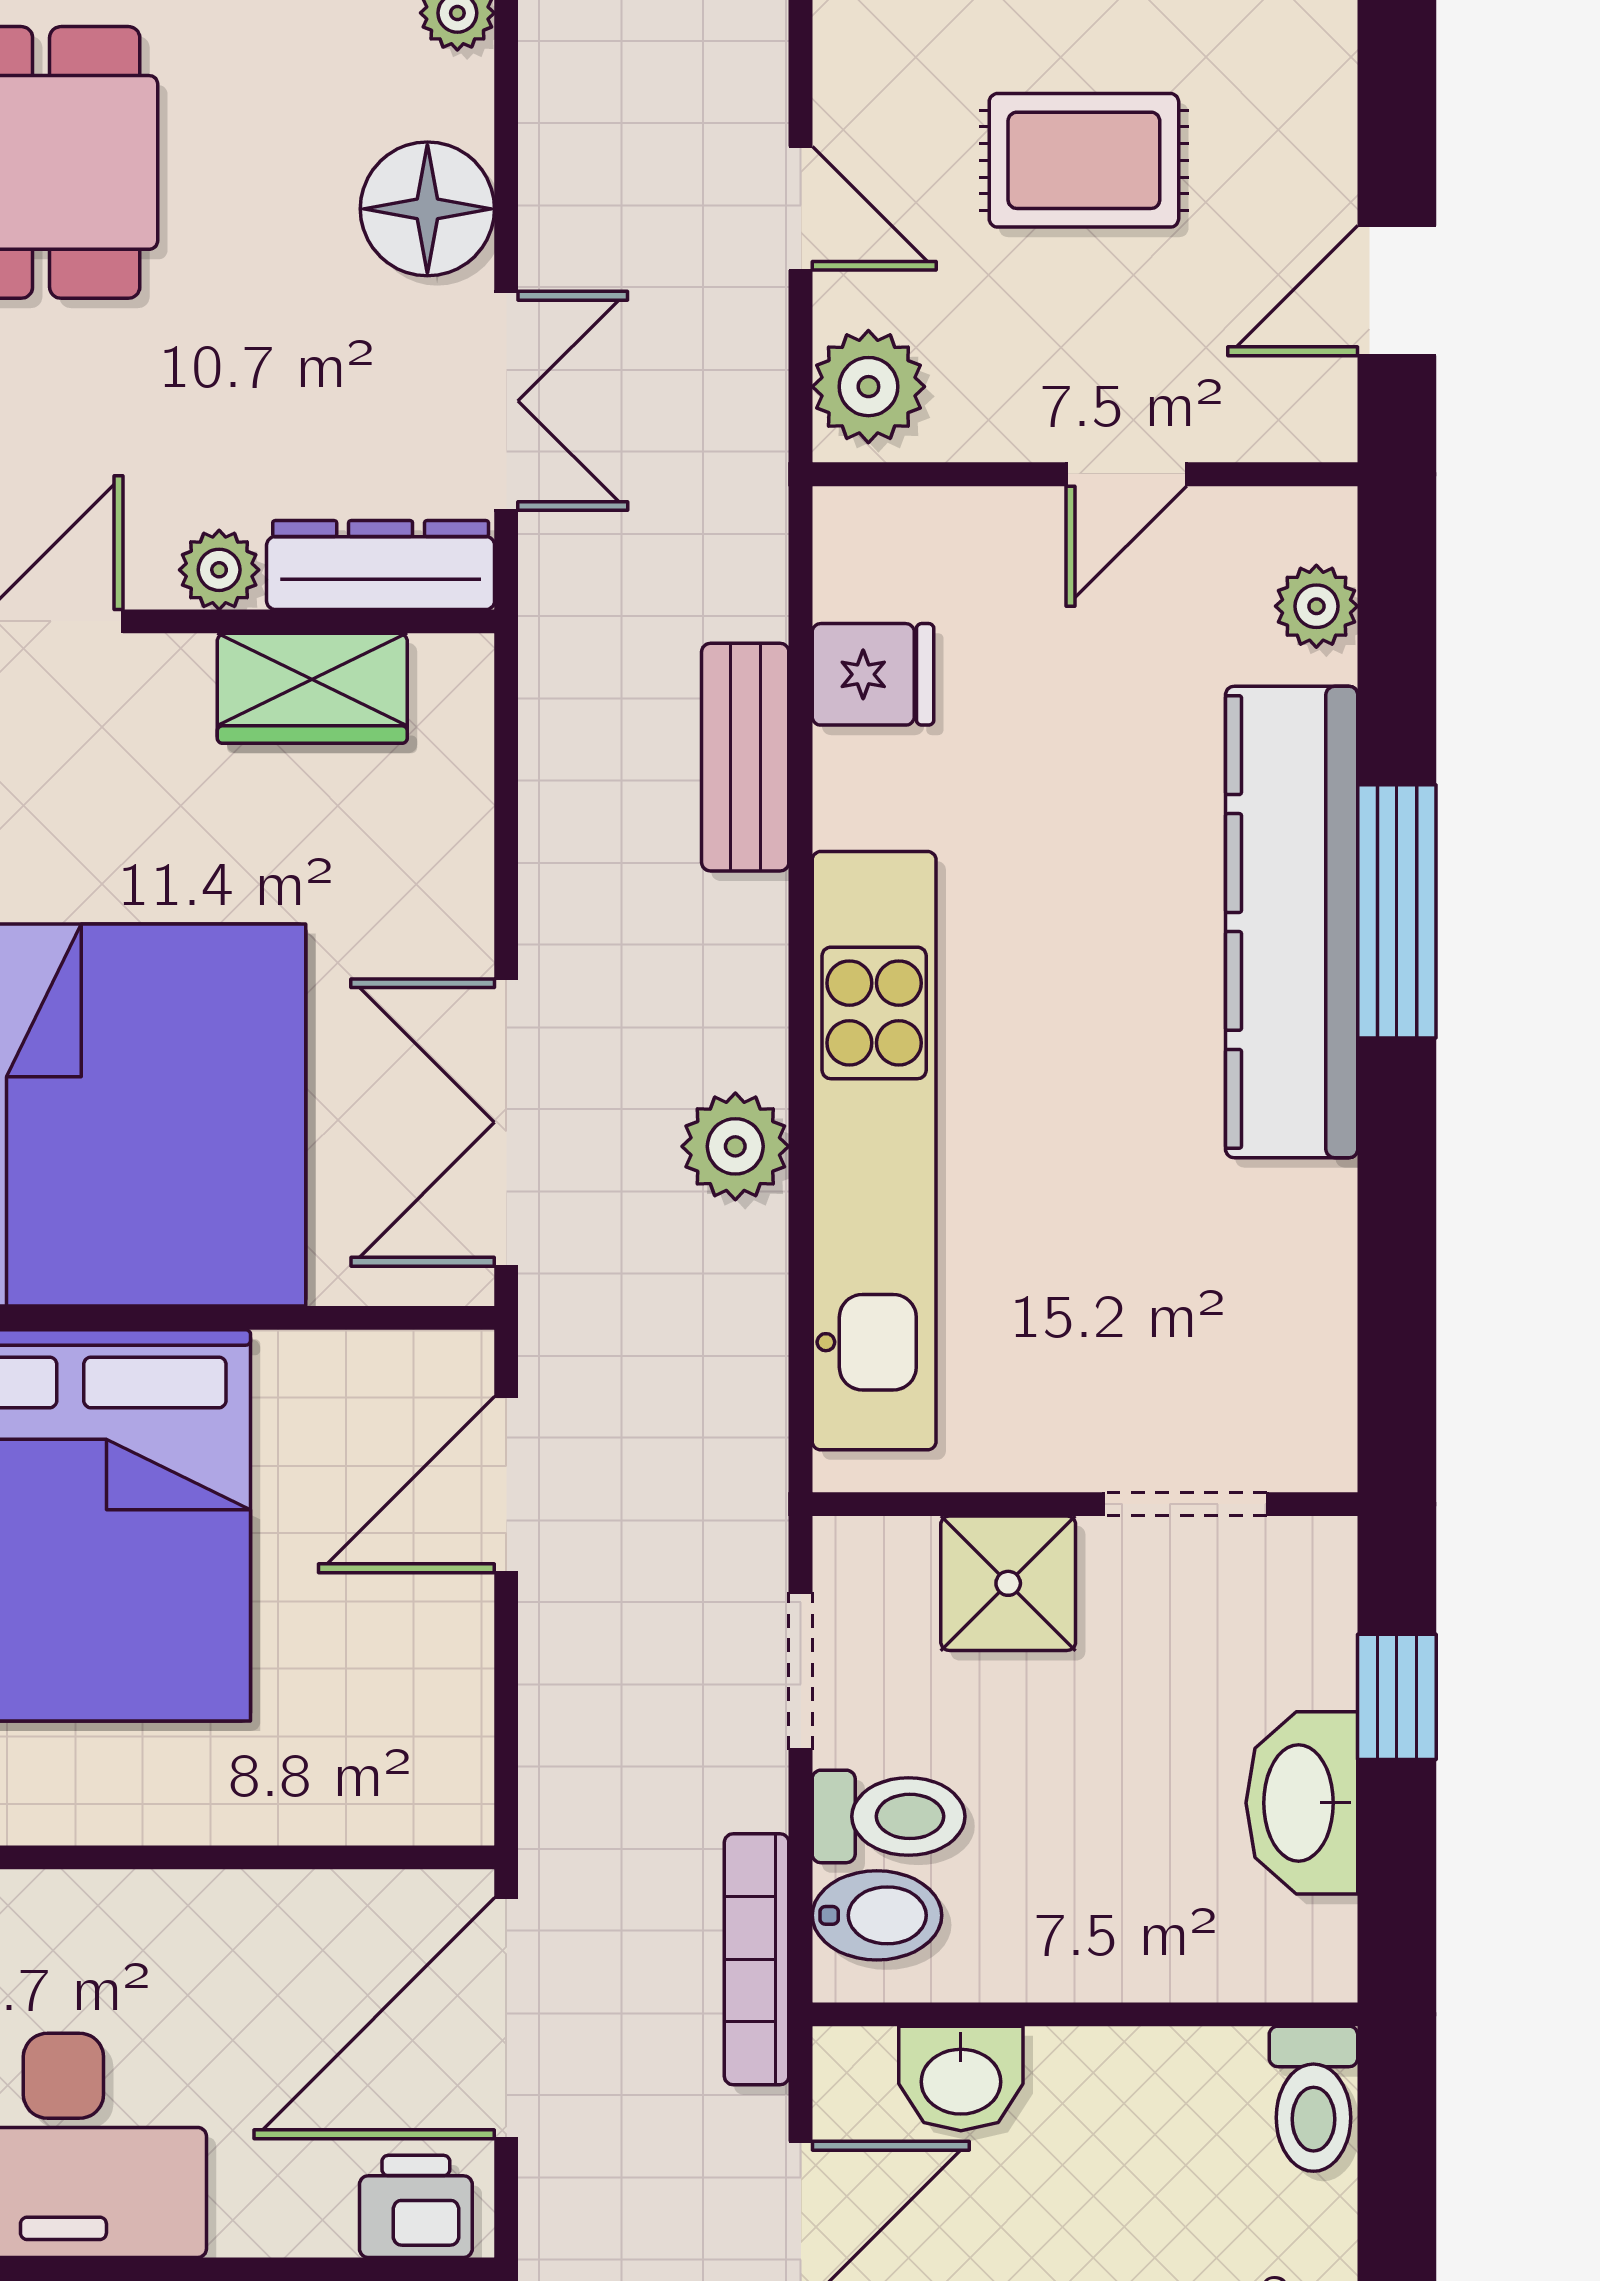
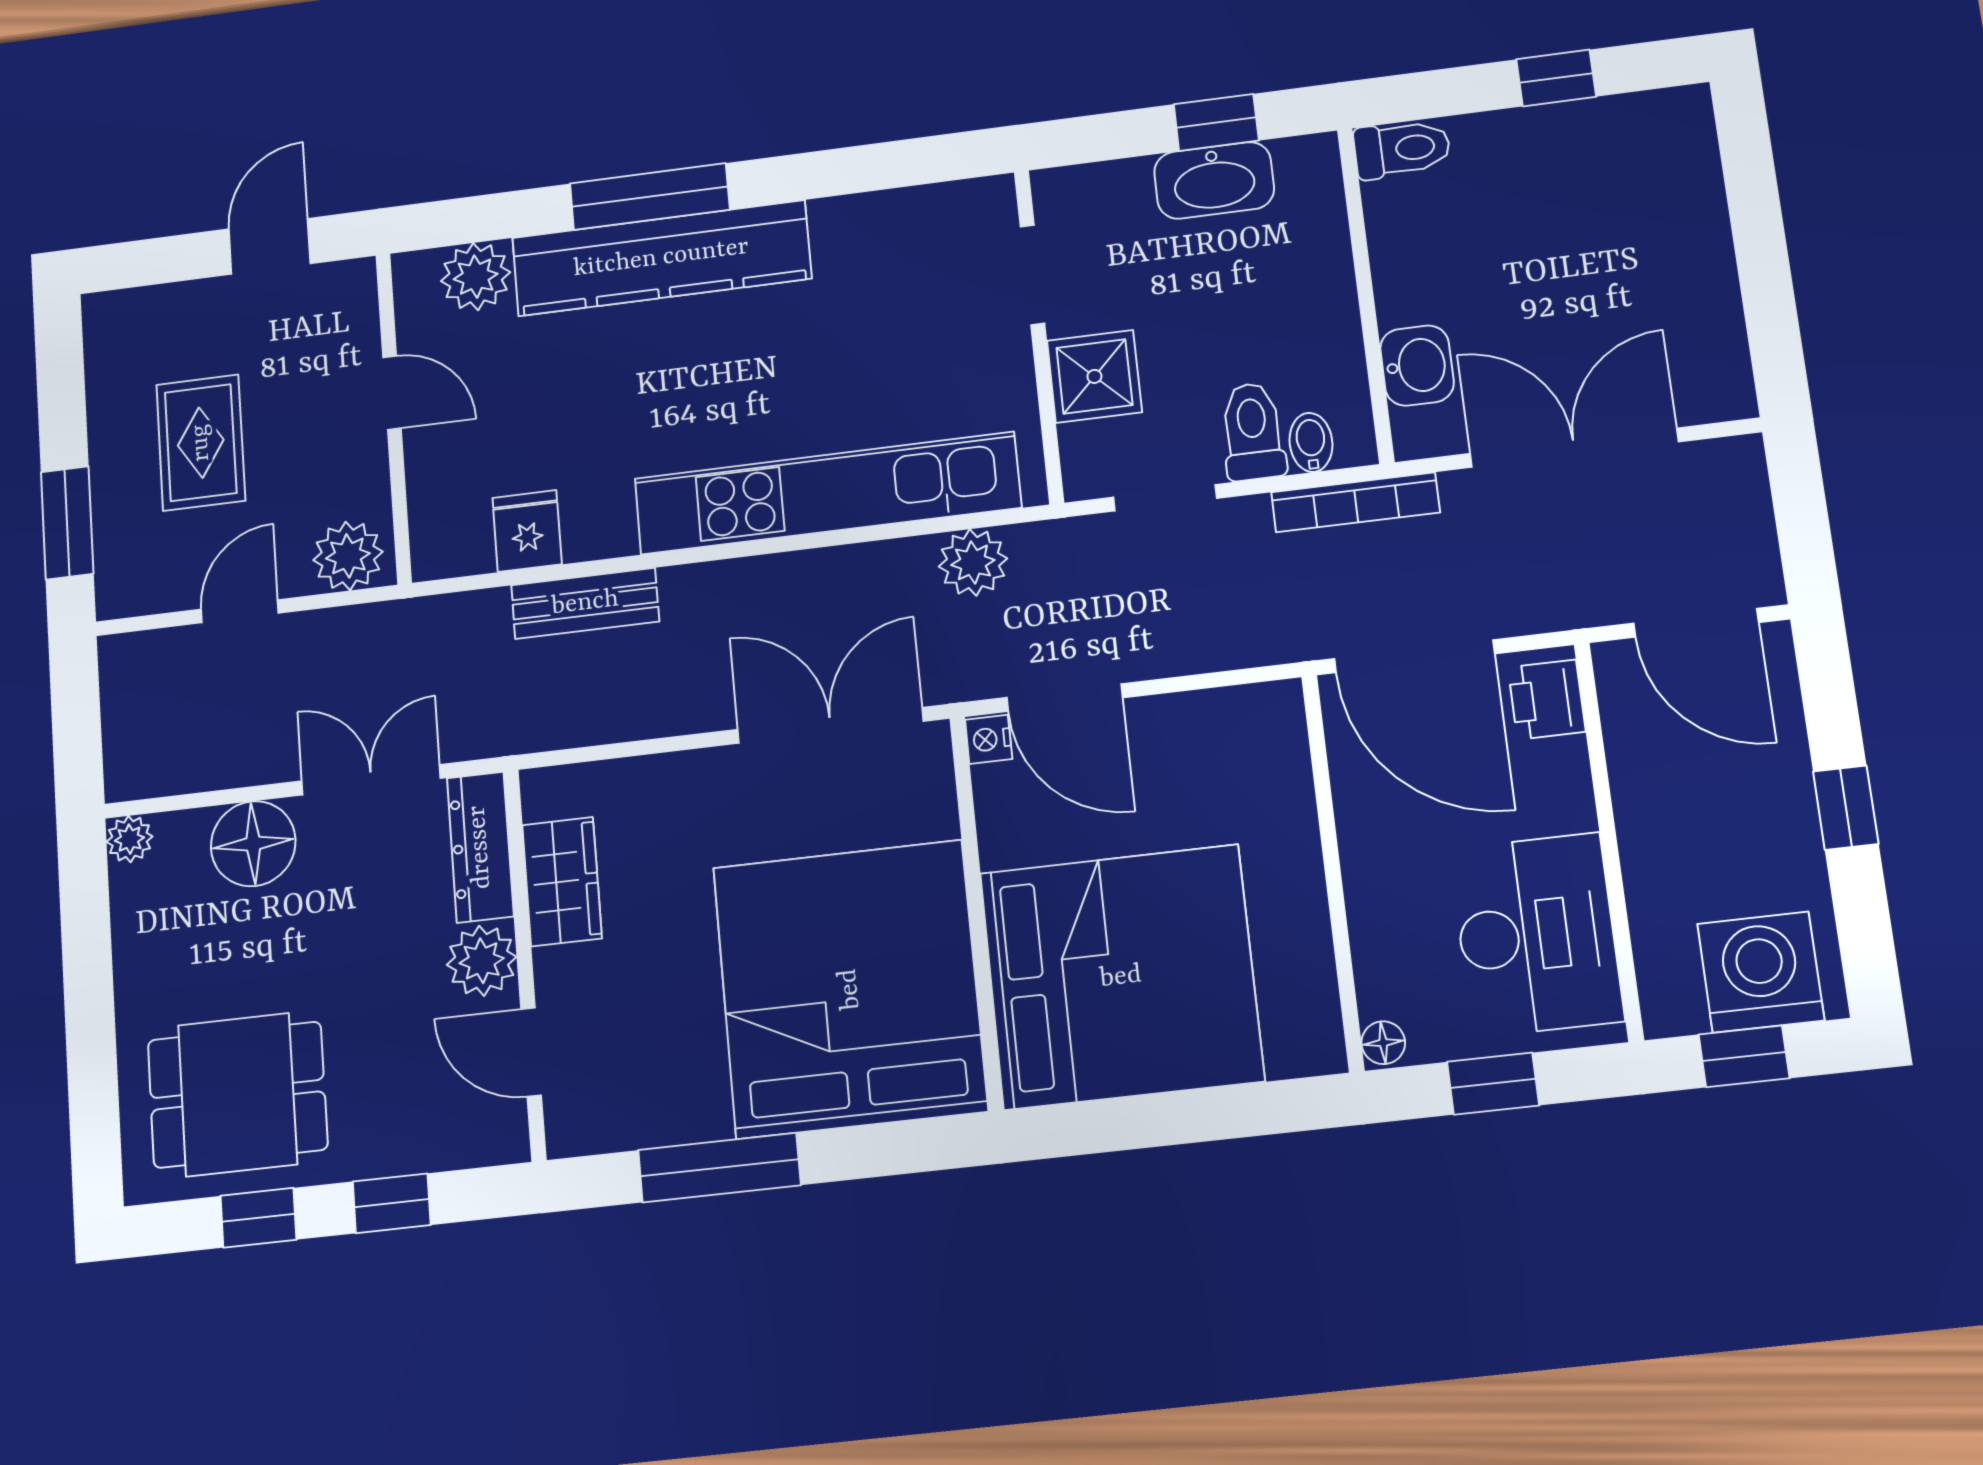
door: (1397, 291) -> (270, 246), swing flipped
plant: (219, 570) -> (482, 961), width x1.38, depth x1.38
plant: (1316, 606) -> (476, 277), width x1.38, depth x1.38
double door: (506, 1122) -> (830, 725), swing flipped
plant: (735, 1146) -> (973, 562), moved
nightstand: (455, 1363) -> (989, 739), added
window: (1397, 1697) -> (1216, 122), moved
bidet: (877, 1915) -> (1311, 442), width x0.72, depth x0.74

